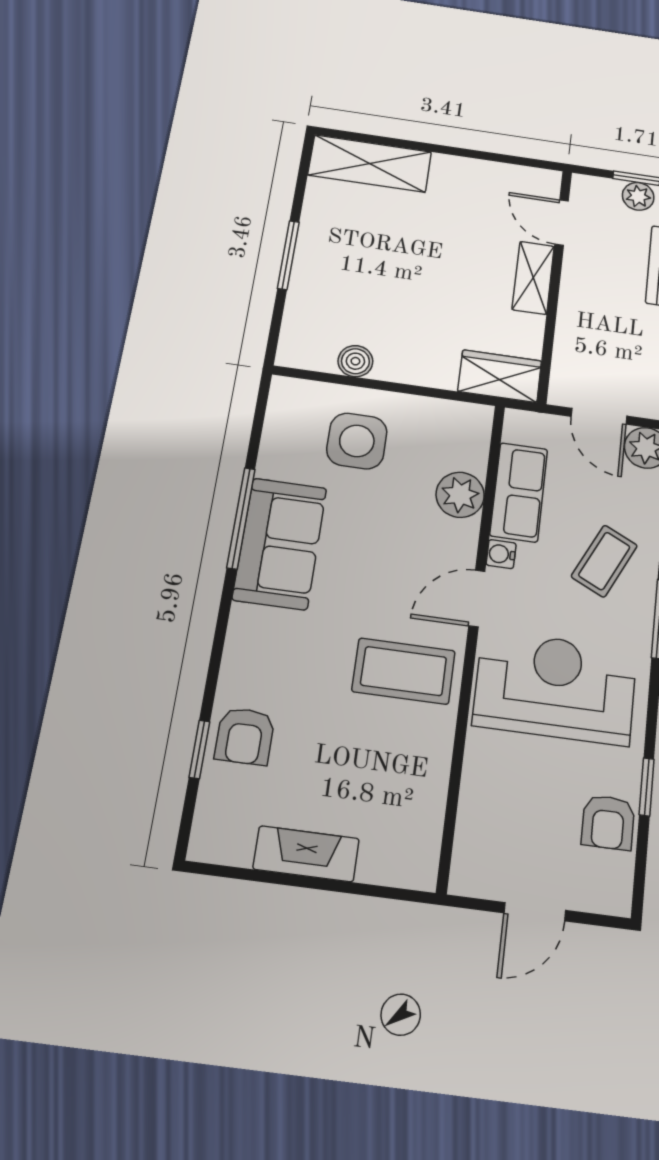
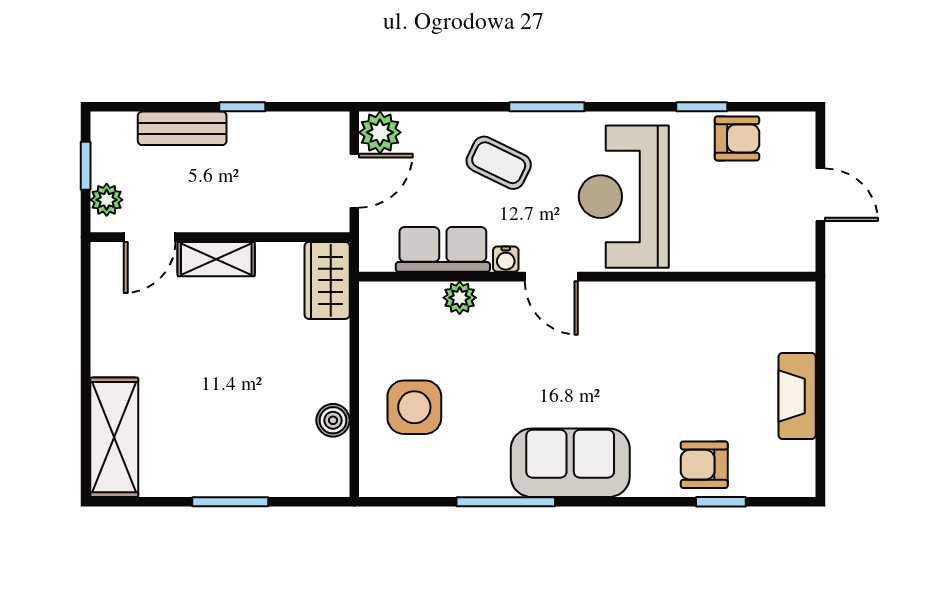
plant: (638, 196) -> (107, 200), moved
plant: (460, 495) -> (460, 298), width x0.73, depth x0.73
sofa: (280, 543) -> (570, 463), moved
coffee table: (404, 671) -> (628, 334), removed
armchair: (245, 736) -> (704, 465), turned 180

